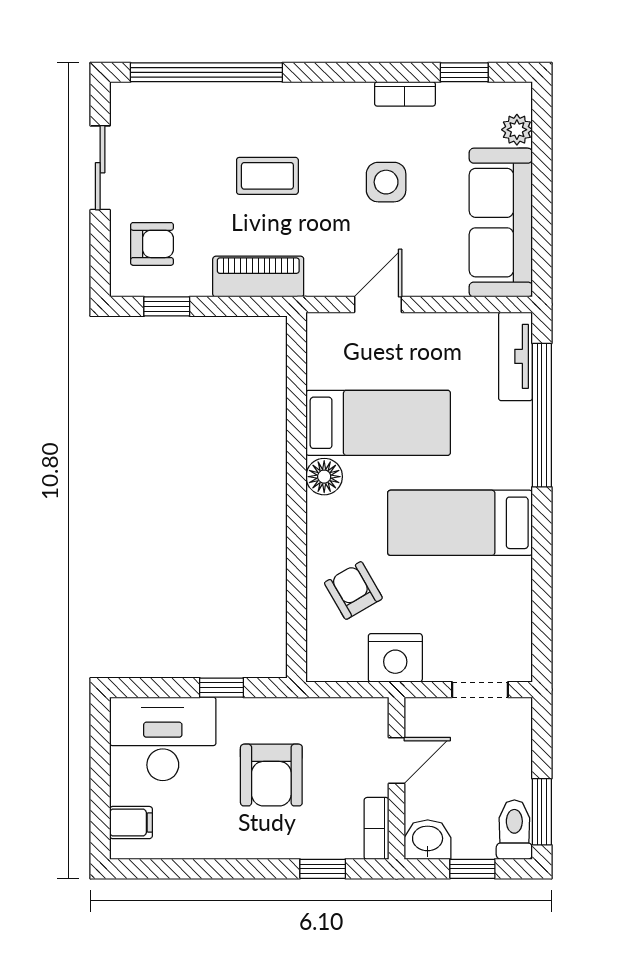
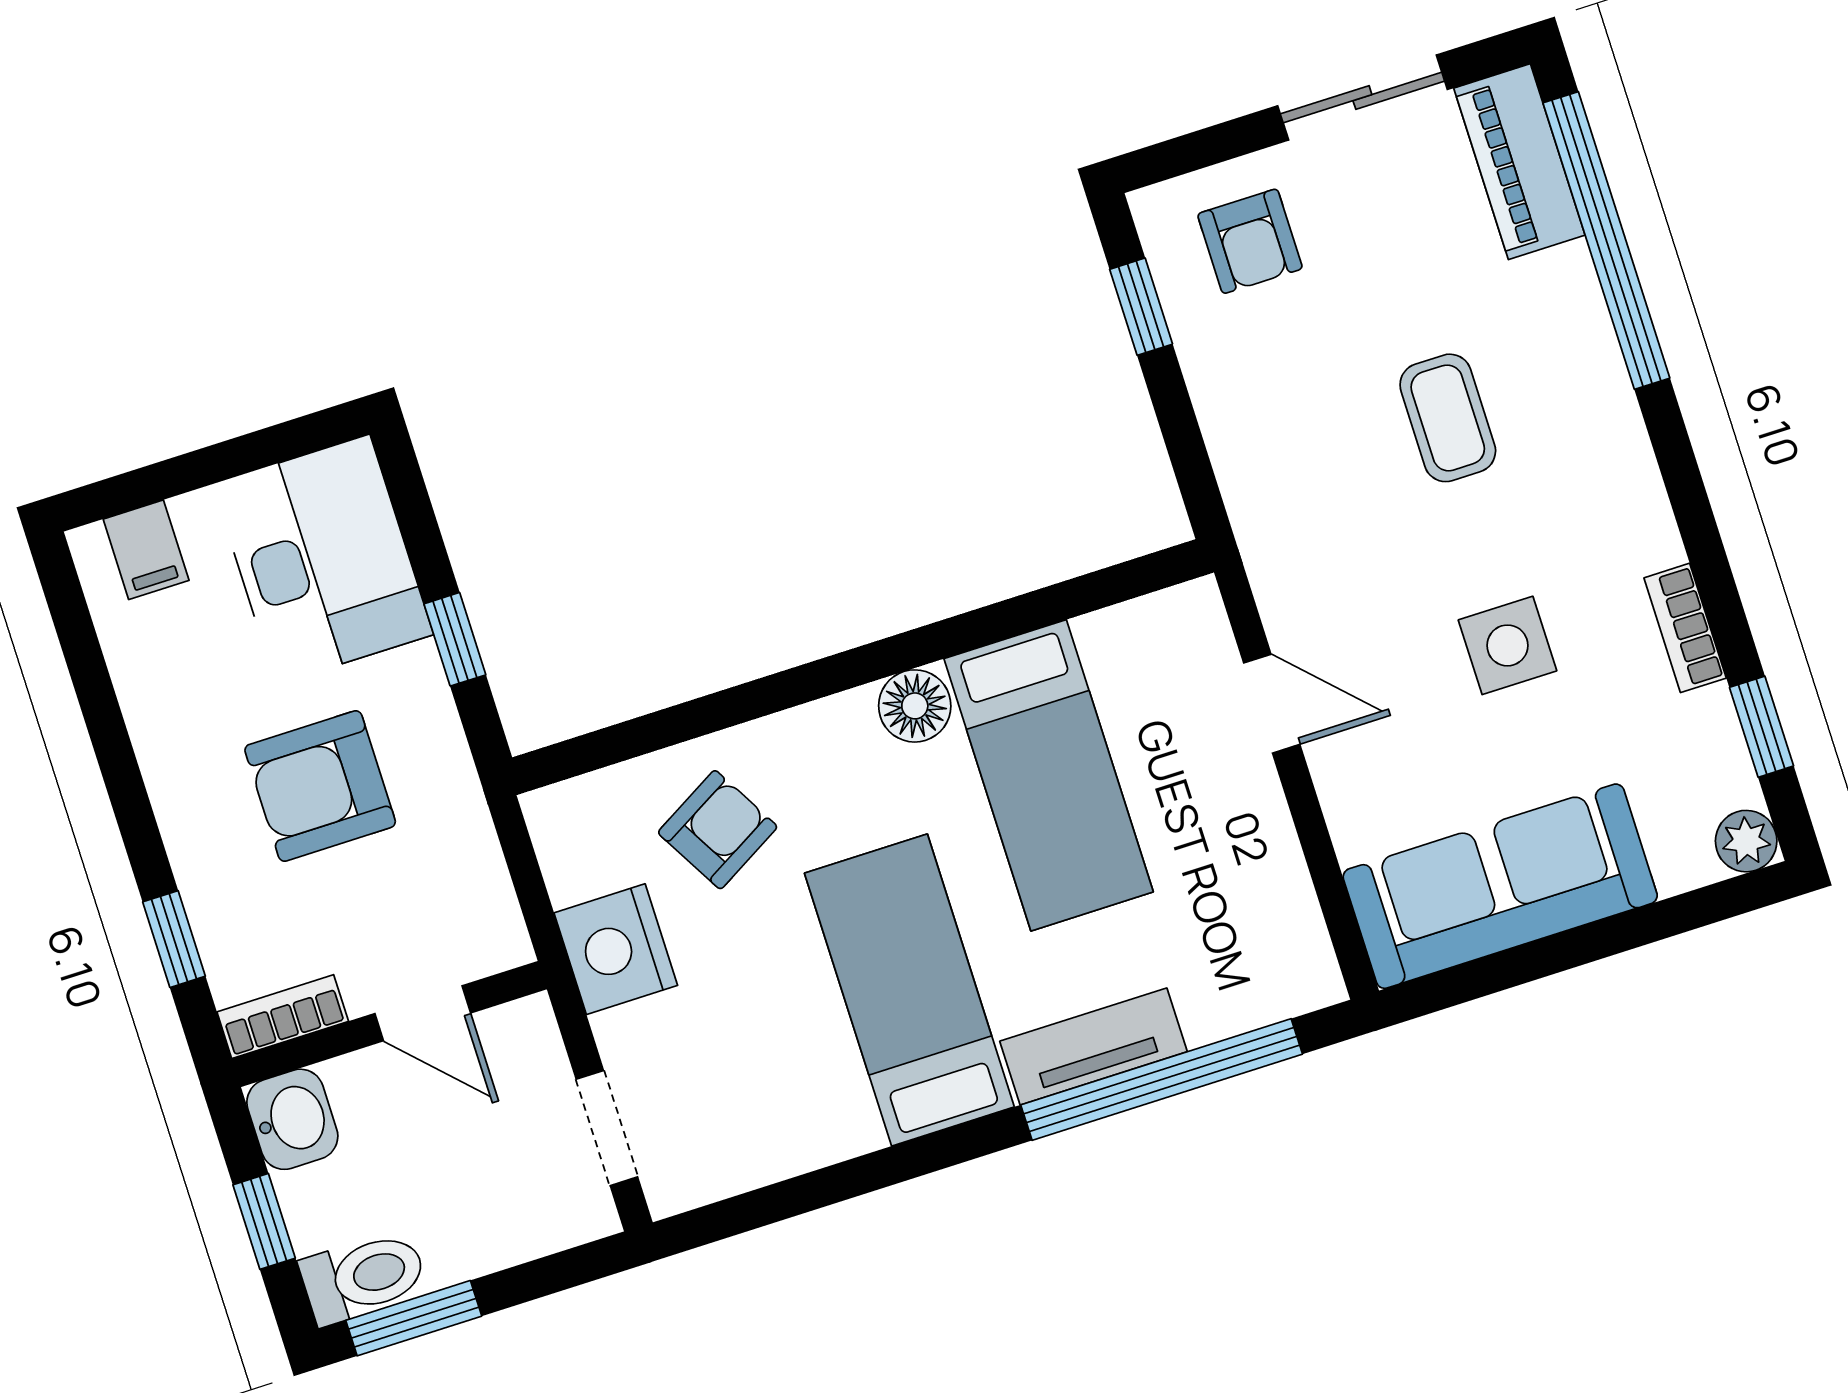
plant: (517, 130) -> (1746, 841), moved
piano: (258, 277) -> (1519, 162), moved, turned 180
tv unit: (516, 356) -> (1093, 1046), moved

